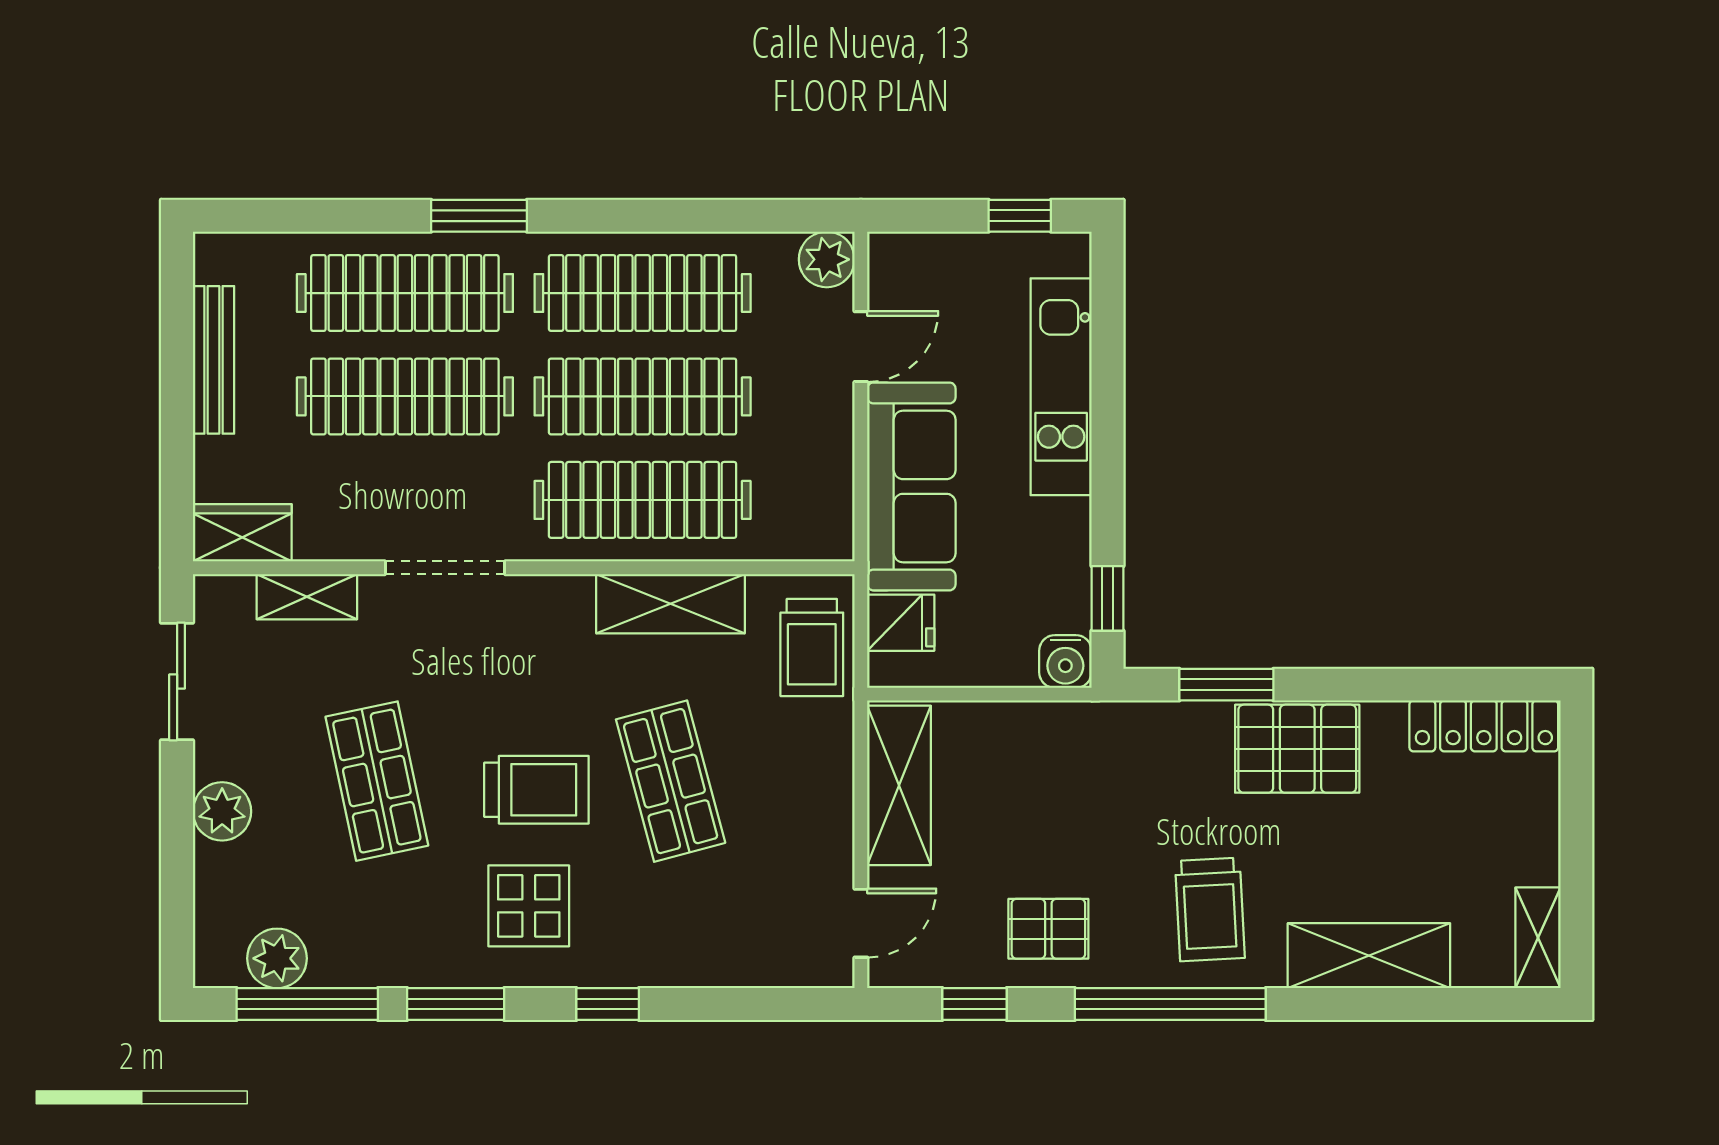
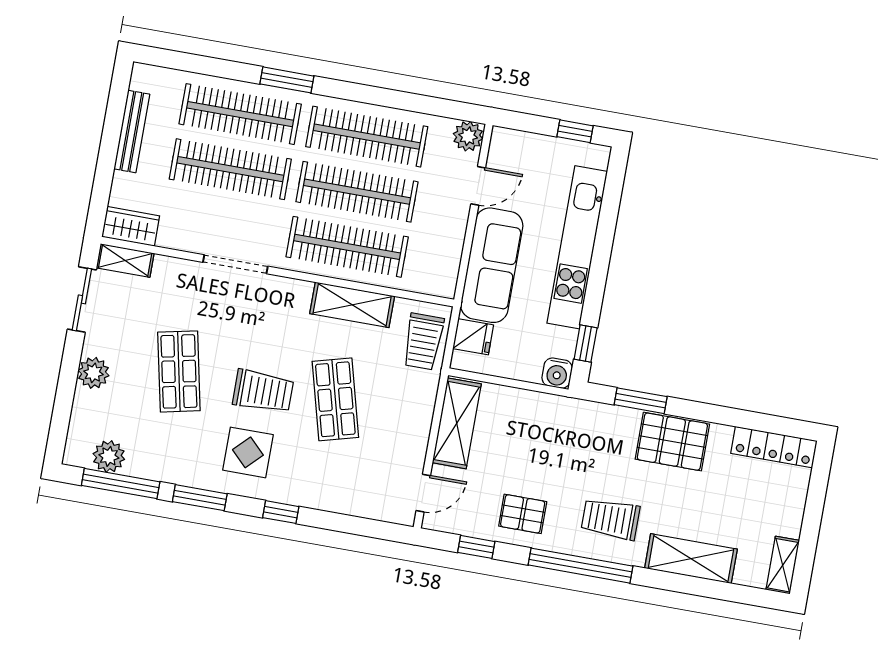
kitchen unit: (1061, 387) -> (577, 247), width x1.36
shelving: (307, 597) -> (125, 260), moved
trolley: (1210, 909) -> (611, 519), turned 93

